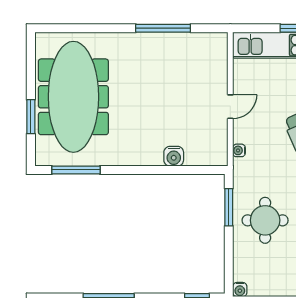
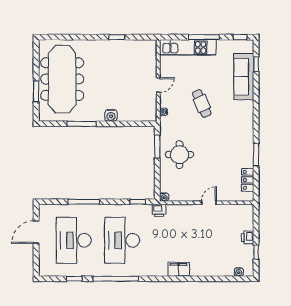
window: (163, 28) -> (117, 37), width x0.46
water cooler: (174, 156) -> (111, 115), moved
window: (76, 170) -> (81, 124), moved

